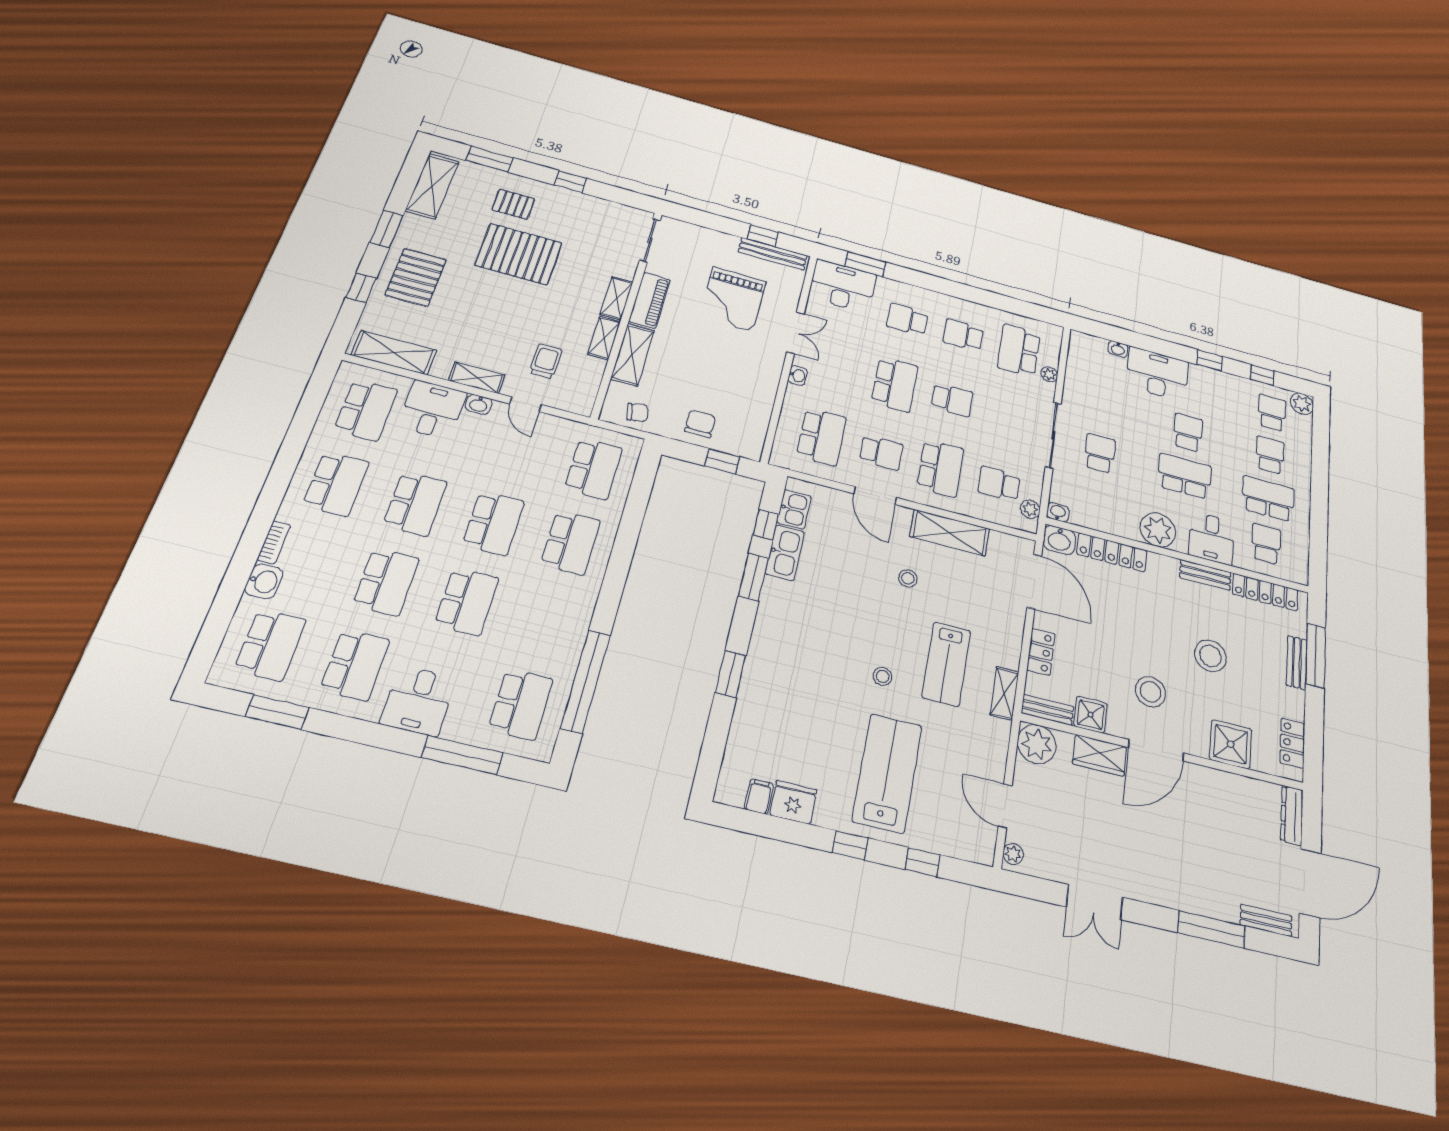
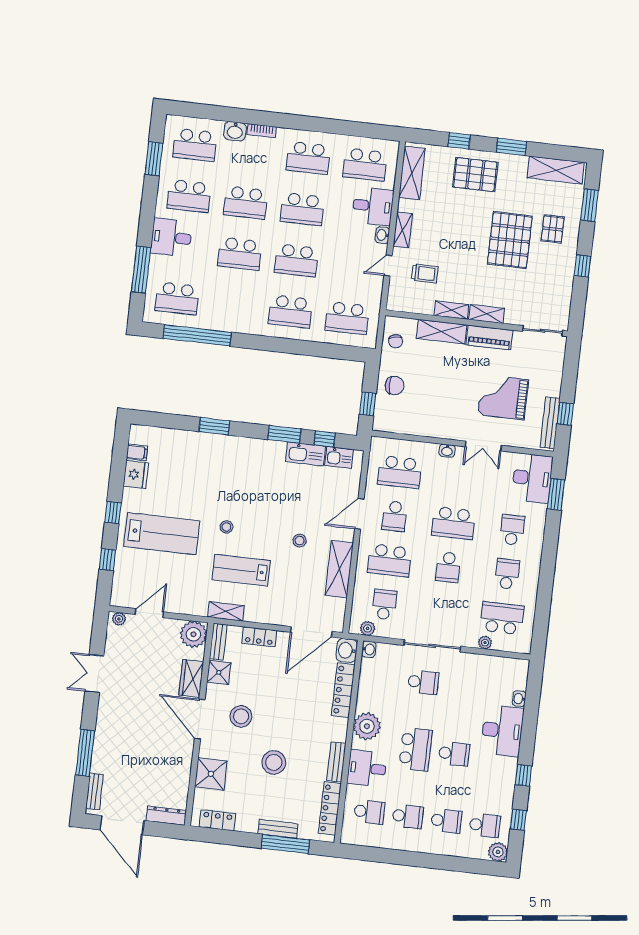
school desk: (1268, 499) -> (408, 816), width x0.54

